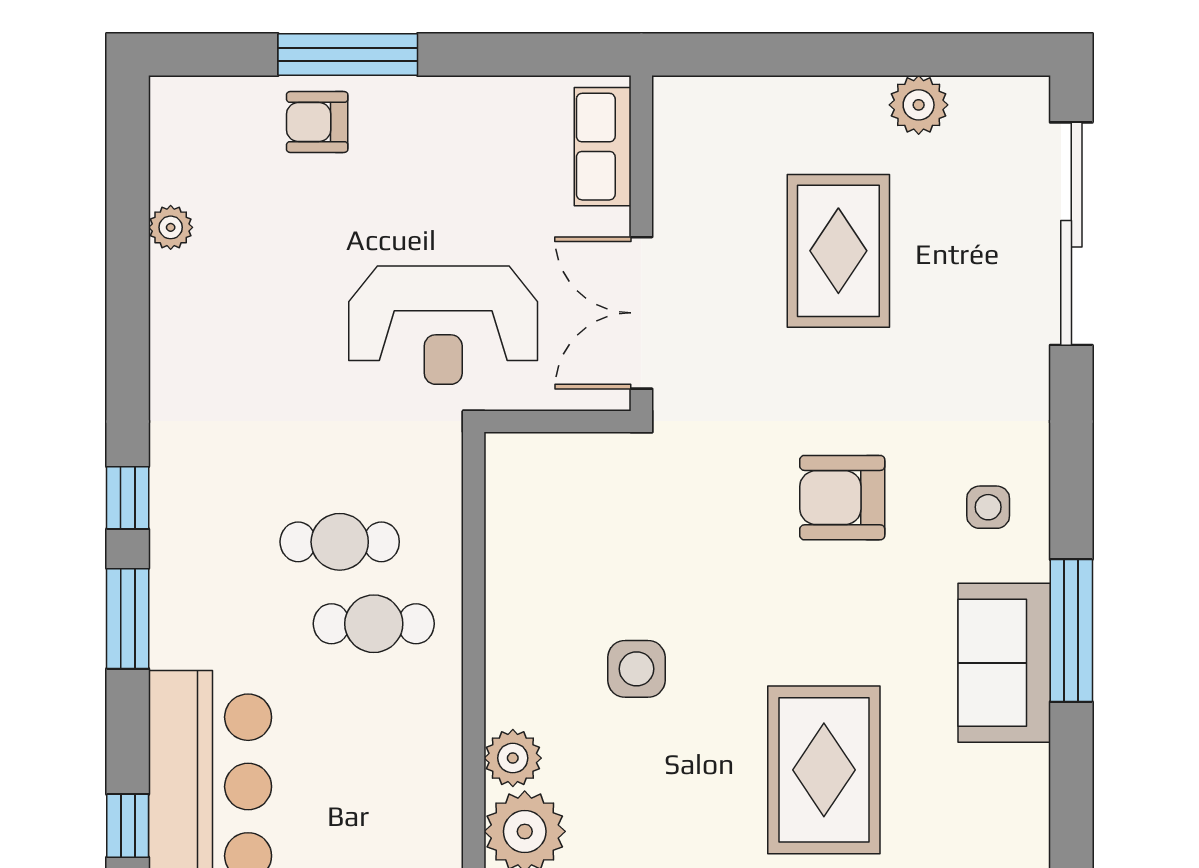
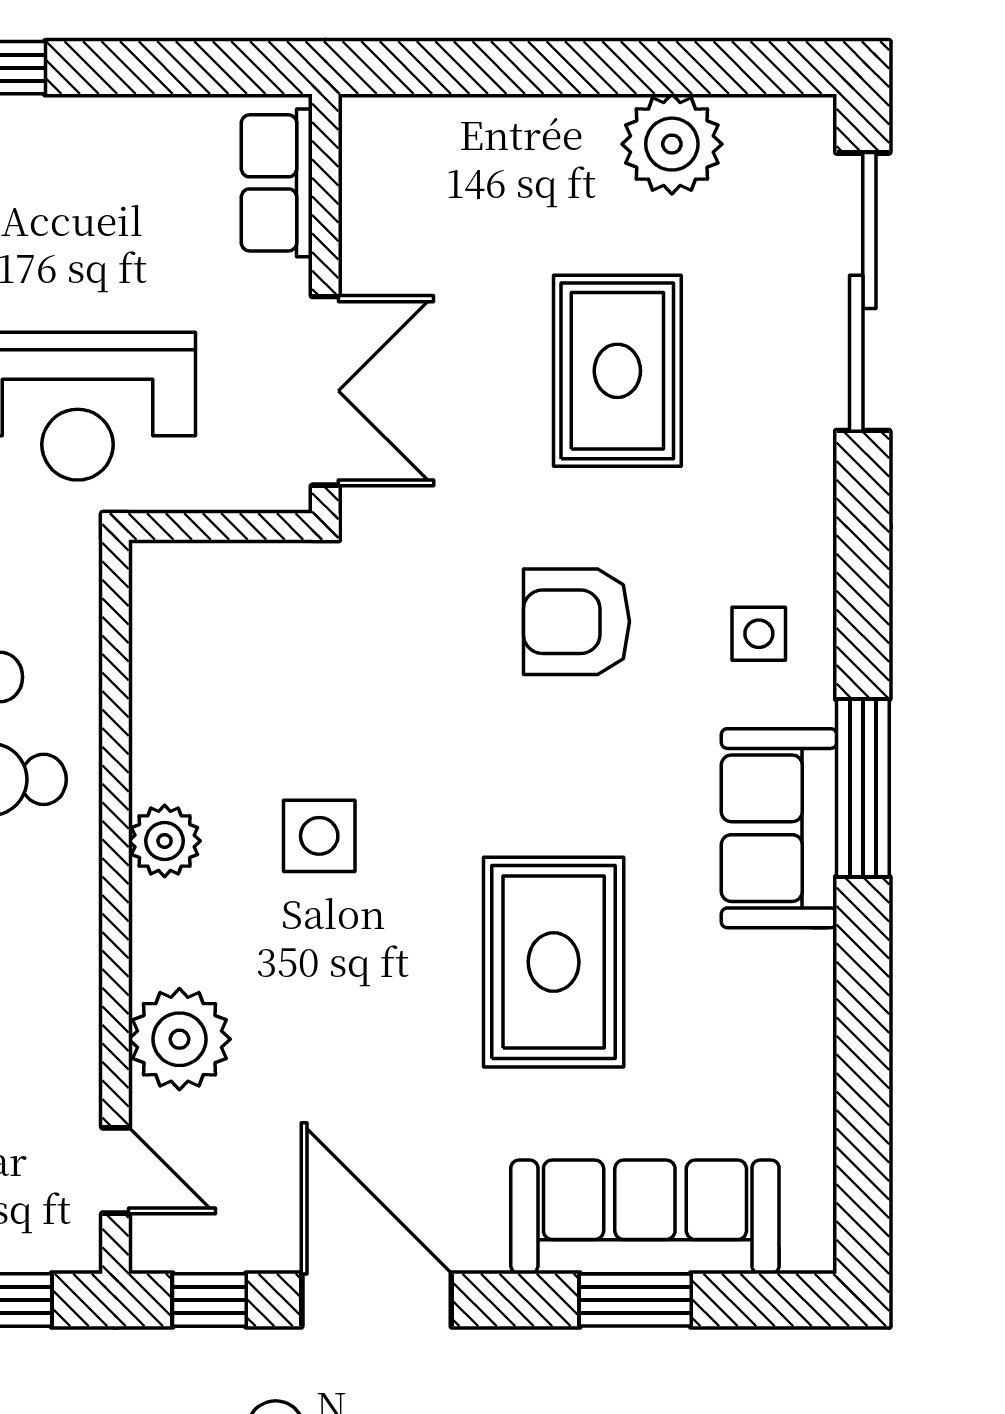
plant: (919, 105) -> (672, 144), width x1.36, depth x1.36
rug: (838, 251) -> (617, 371), moved
double door: (641, 313) -> (325, 391), swing flipped
plant: (513, 758) -> (165, 841), moved

